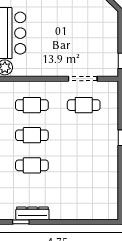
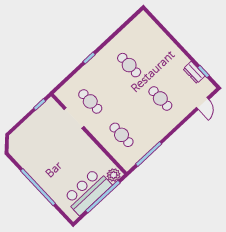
cafe table: (32, 135) -> (129, 65), moved
dresser: (32, 213) -> (194, 72), width x0.70

